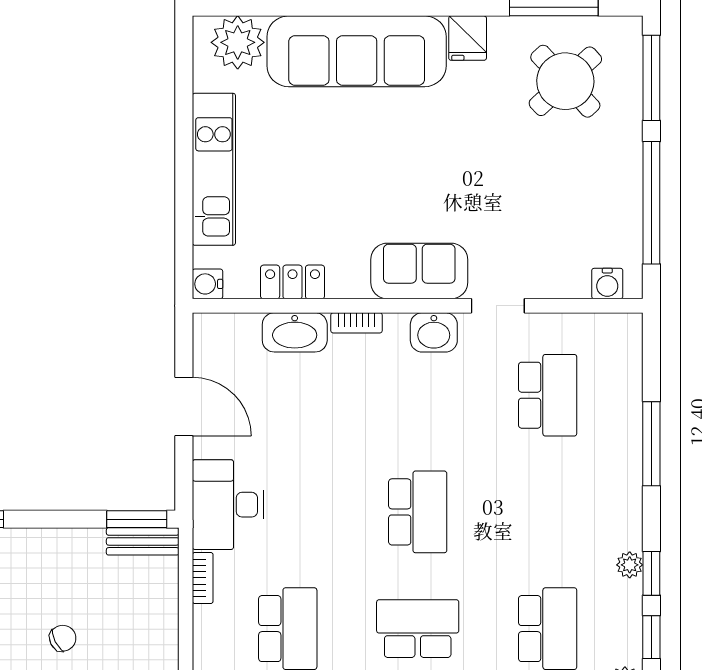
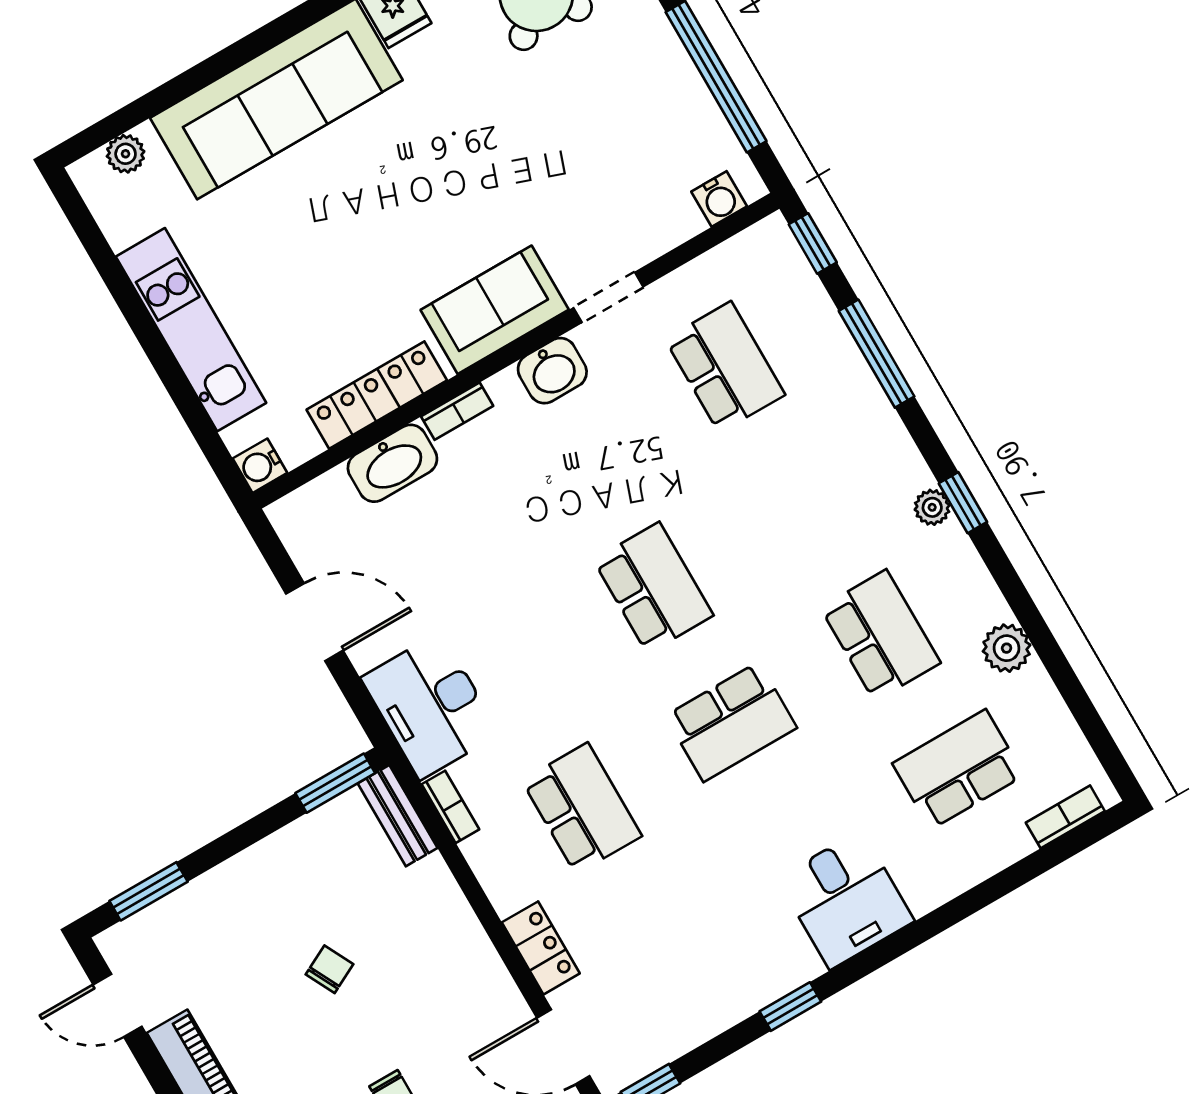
plant: (238, 42) -> (126, 154), width x0.53, depth x0.53
locker: (293, 282) -> (377, 395), width x1.53
bench: (143, 541) -> (398, 816), moved, turned 90
school desk: (418, 629) -> (731, 722), turned 180
window: (651, 637) -> (813, 243), moved

